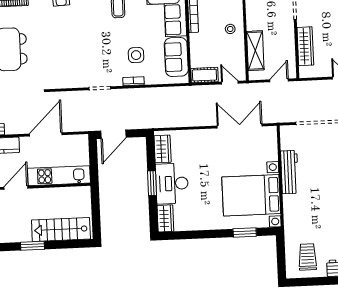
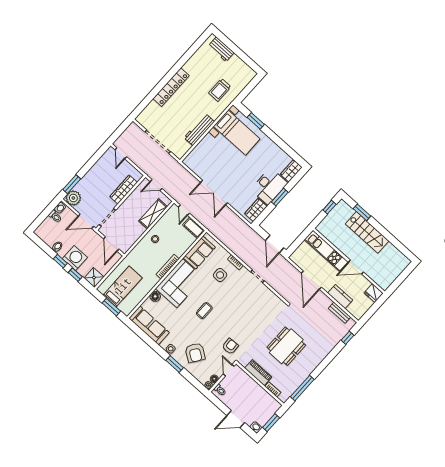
double door: (240, 126) -> (214, 192), moved
door: (46, 134) -> (311, 280), hinge flipped
door: (113, 134) -> (275, 244), swing flipped
bed with nightstands: (251, 195) -> (237, 133), width x0.73
window: (96, 219) -> (329, 207), added
stairs: (61, 230) -> (367, 232), moved
window: (33, 246) -> (362, 212), moved
trolley: (307, 257) -> (220, 90), moved

